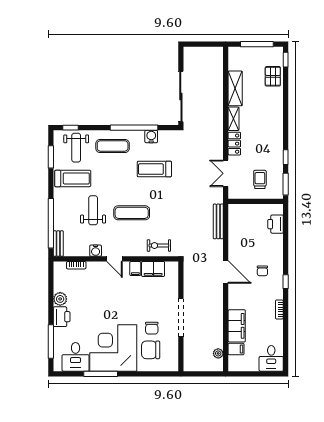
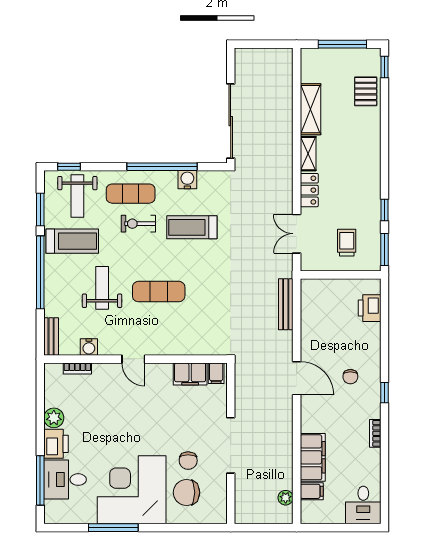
window: (51, 223) -> (40, 272), moved
exercise bike: (159, 246) -> (138, 224), moved
water cooler: (96, 251) -> (89, 347), moved
filing cabinet: (135, 269) -> (216, 373), moved
desk: (76, 357) -> (65, 480), moved, turned 90

